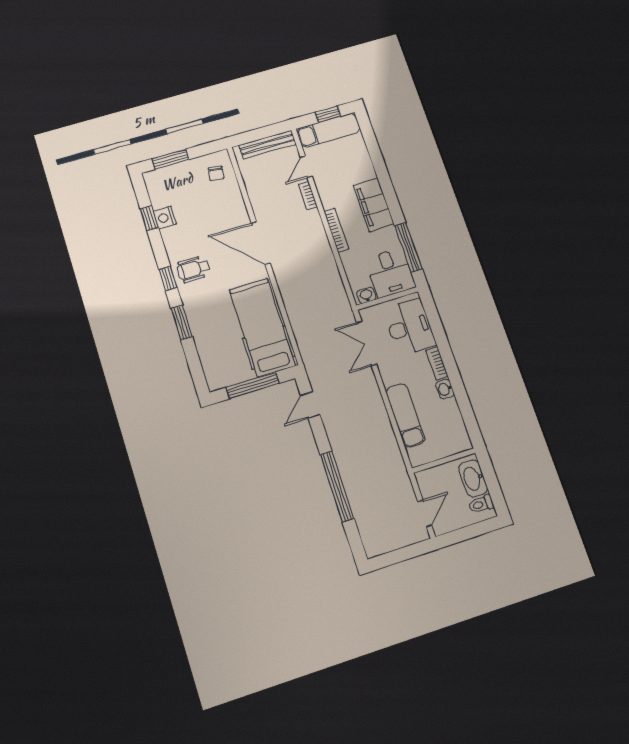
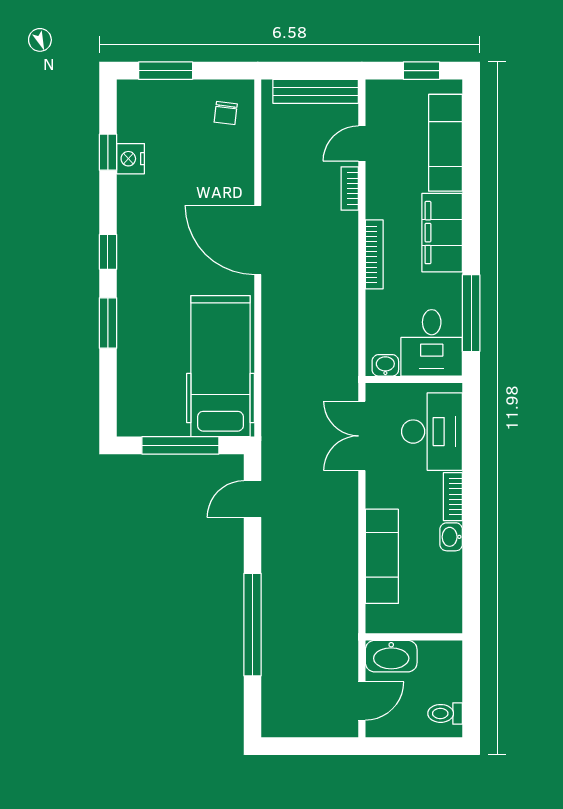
exam couch: (328, 130) -> (446, 143), moved, turned 90
wheelchair: (193, 269) -> (149, 249), removed
washbasin: (473, 478) -> (391, 656), moved, turned -90

